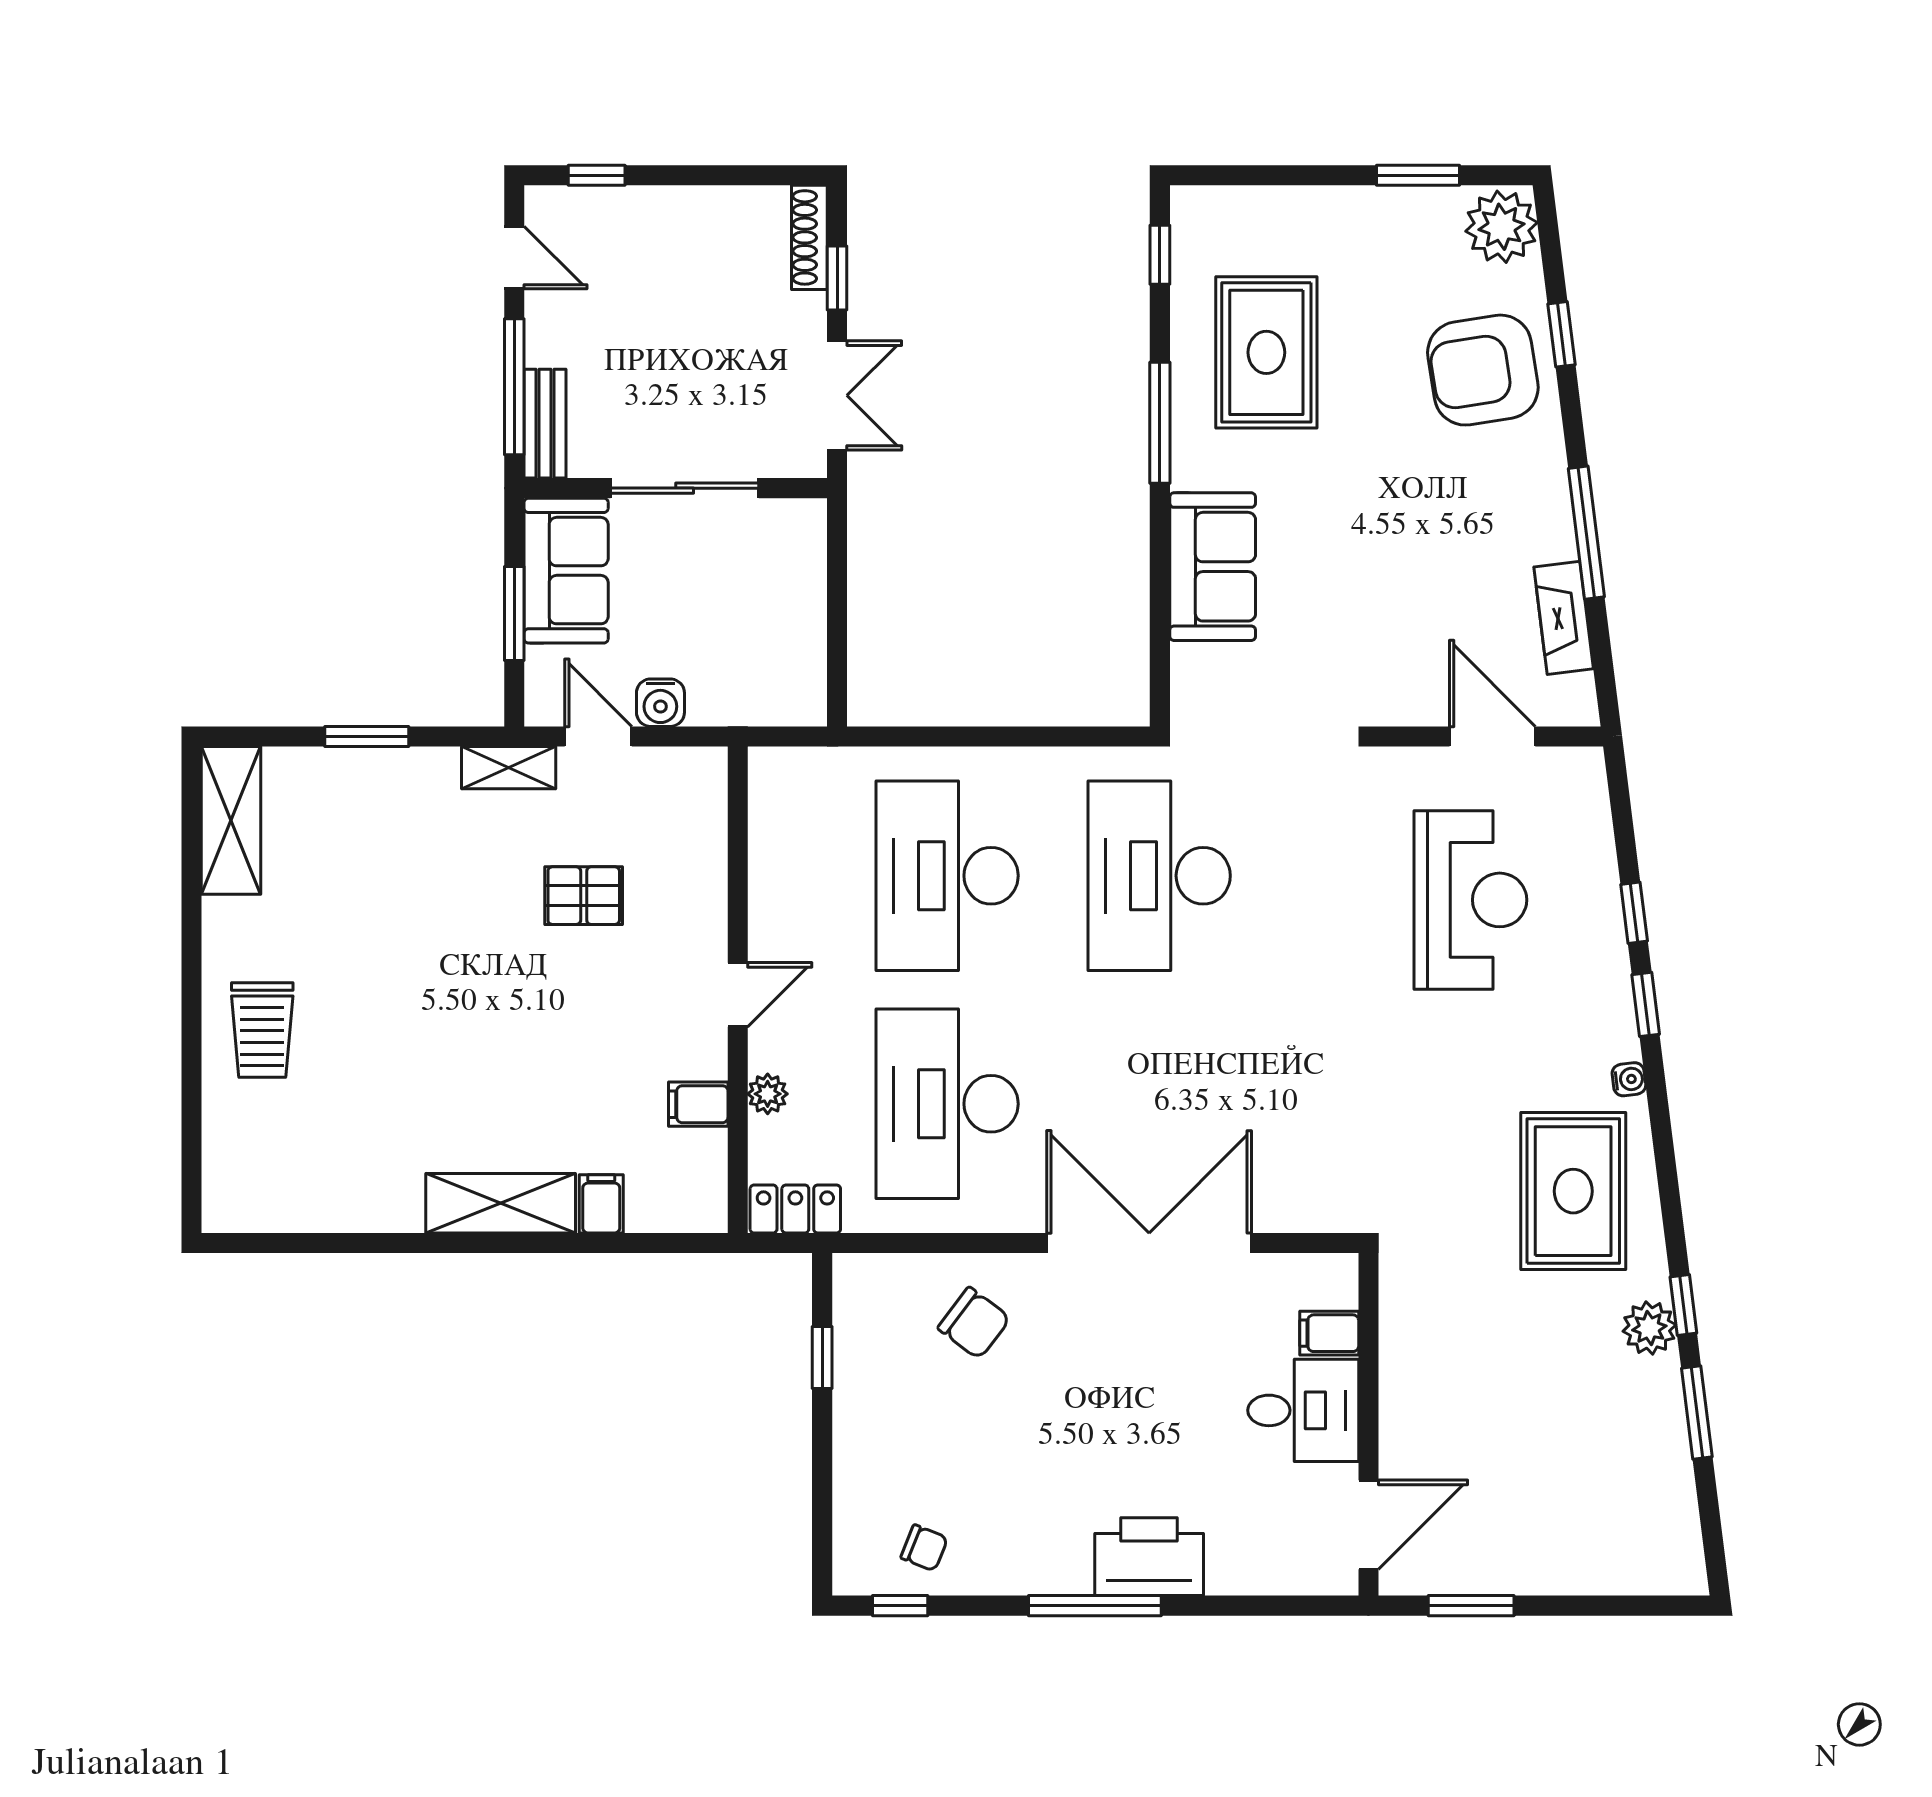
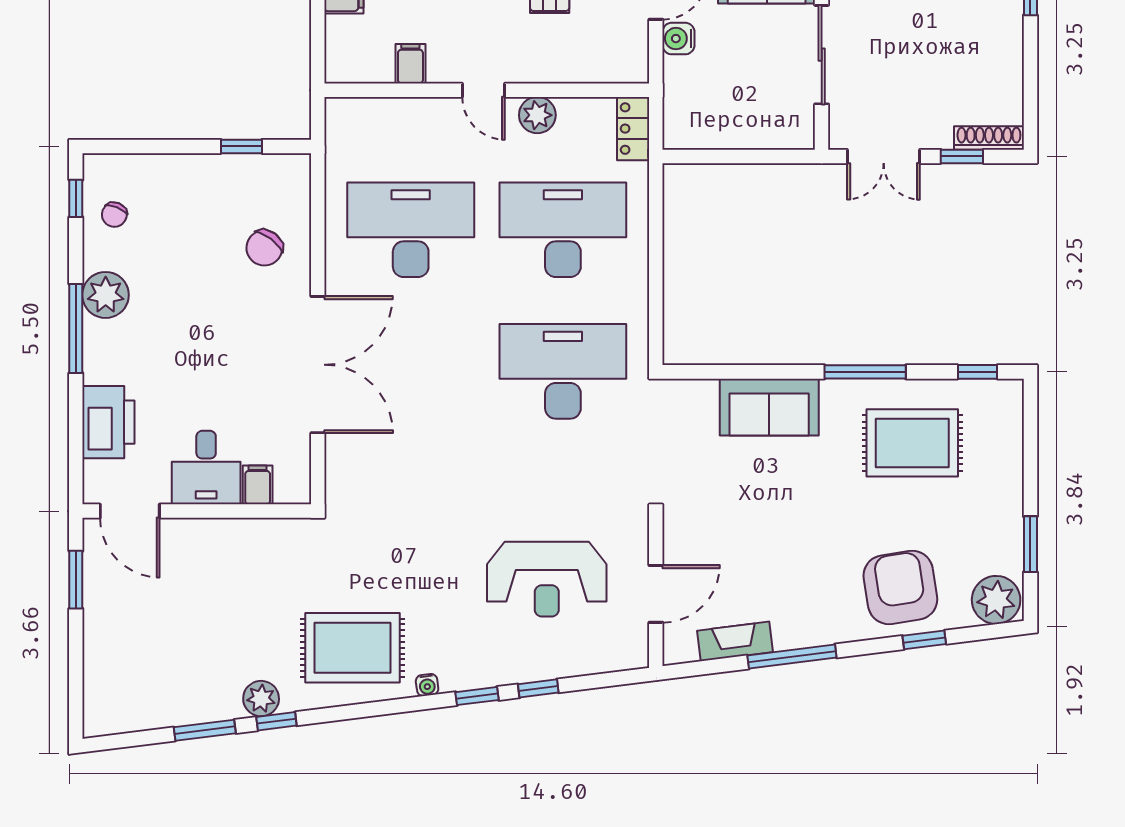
plant: (768, 1094) -> (537, 115), moved, width x1.38, depth x1.38
locker: (795, 1209) -> (633, 129), moved, turned 180
printer: (1149, 1557) -> (108, 422), moved
plant: (1045, 1561) -> (106, 295), added

